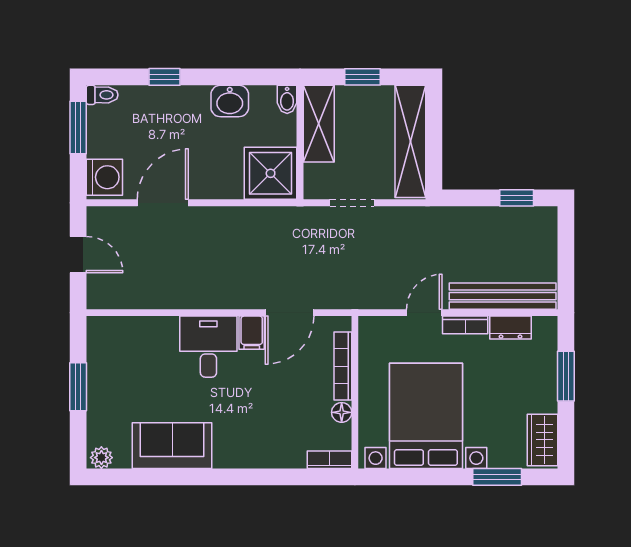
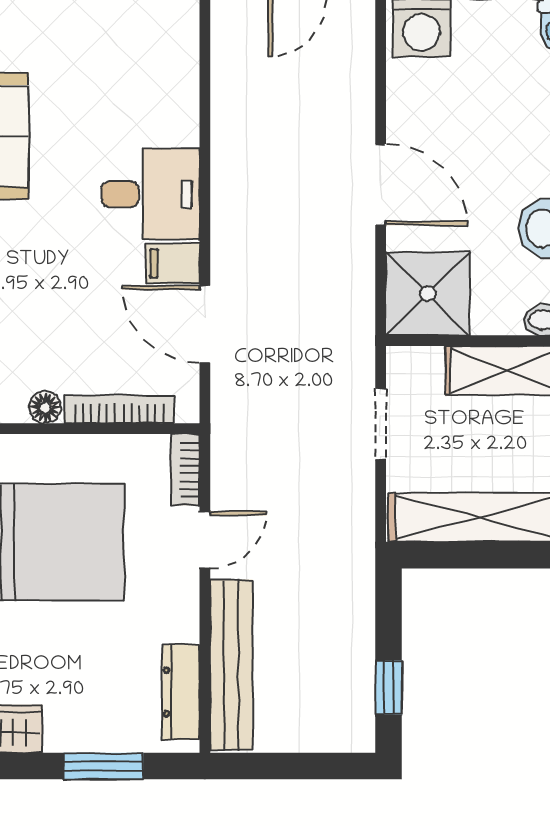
door: (163, 203) -> (381, 184), moved
door: (424, 313) -> (205, 540), hinge flipped
bookcase: (465, 325) -> (185, 470), moved
dresser: (511, 328) -> (181, 692), width x1.44

